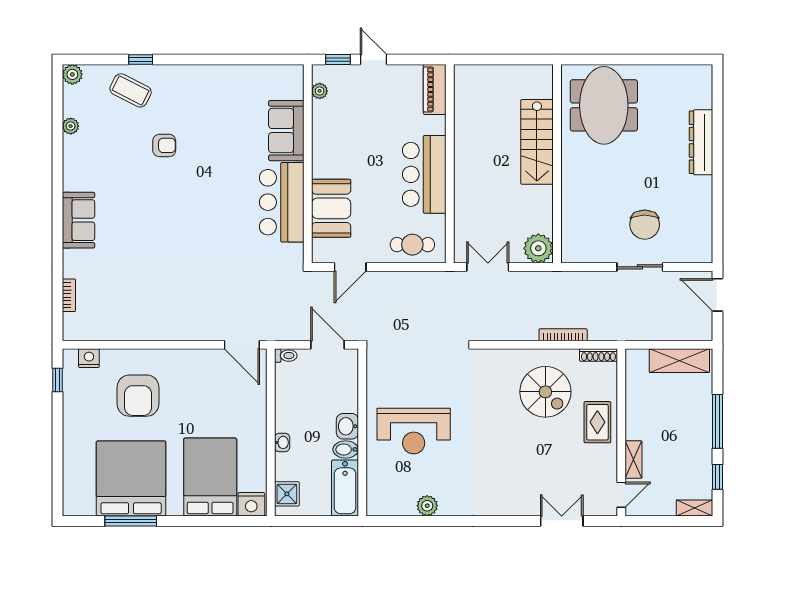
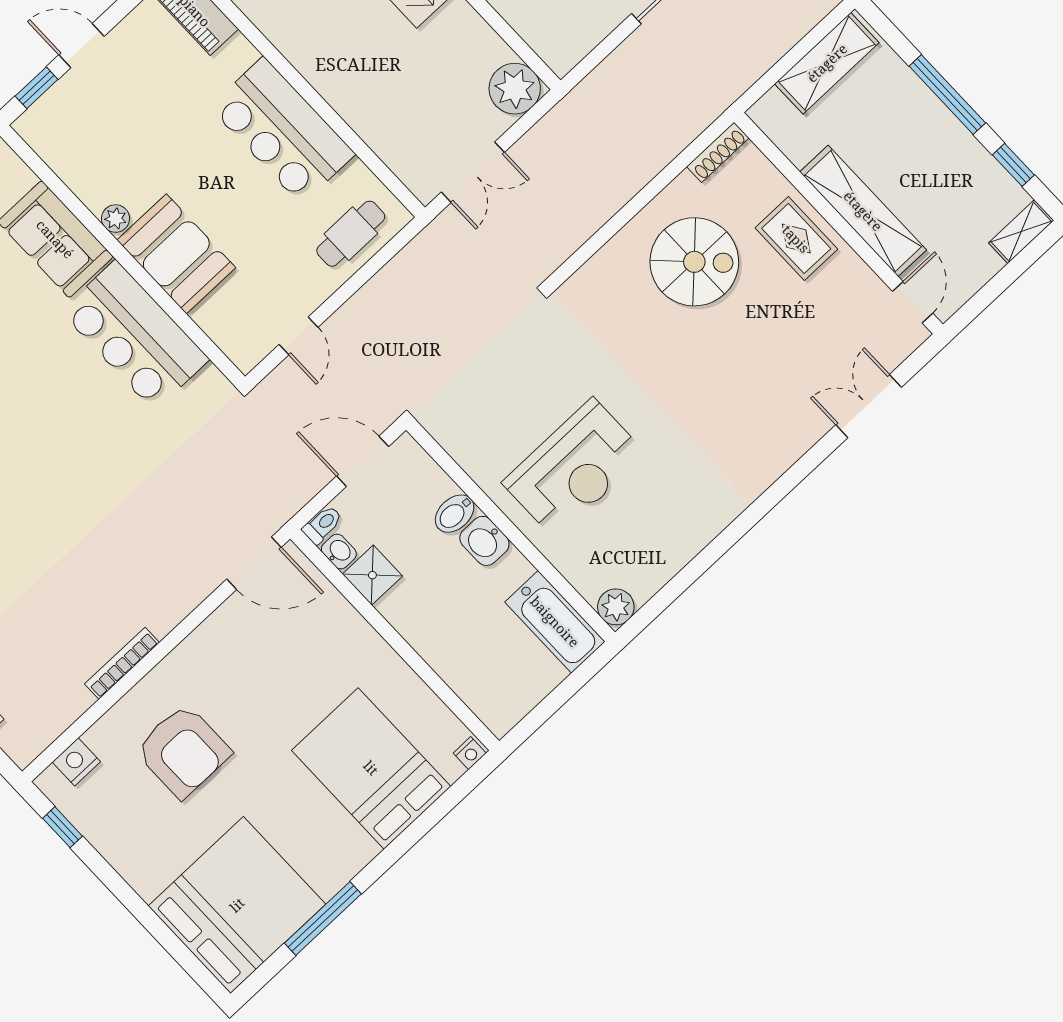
plant: (320, 91) -> (116, 219), moved
booth: (331, 208) -> (176, 254), moved
door: (350, 267) -> (298, 336), width x0.73
double door: (488, 267) -> (473, 172), swing flipped
bookcase: (563, 335) -> (122, 663), moved
washbasin: (282, 442) -> (339, 552), moved
bidet: (346, 449) -> (455, 514), moved
shelving: (634, 460) -> (863, 211), width x2.20, depth x1.33
bed: (131, 478) -> (237, 905), moved, turned 90
shower: (287, 494) -> (372, 575), moved
nightstand: (251, 504) -> (470, 753), width x0.53, depth x0.56
plant: (427, 506) -> (616, 607), moved

